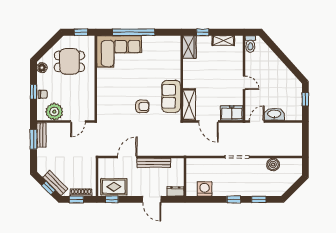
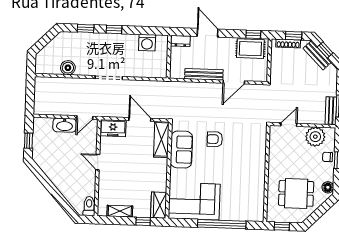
corner sofa: (119, 51) -> (194, 201), moved

